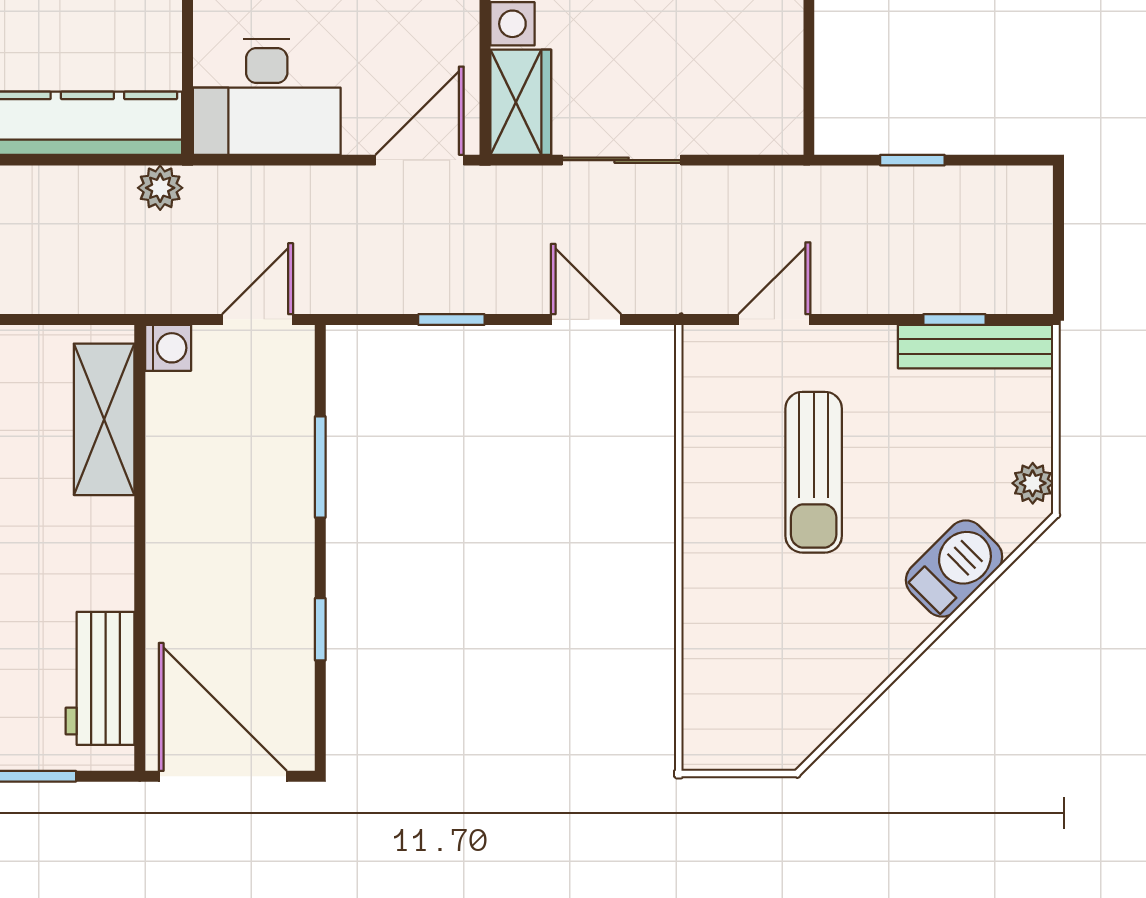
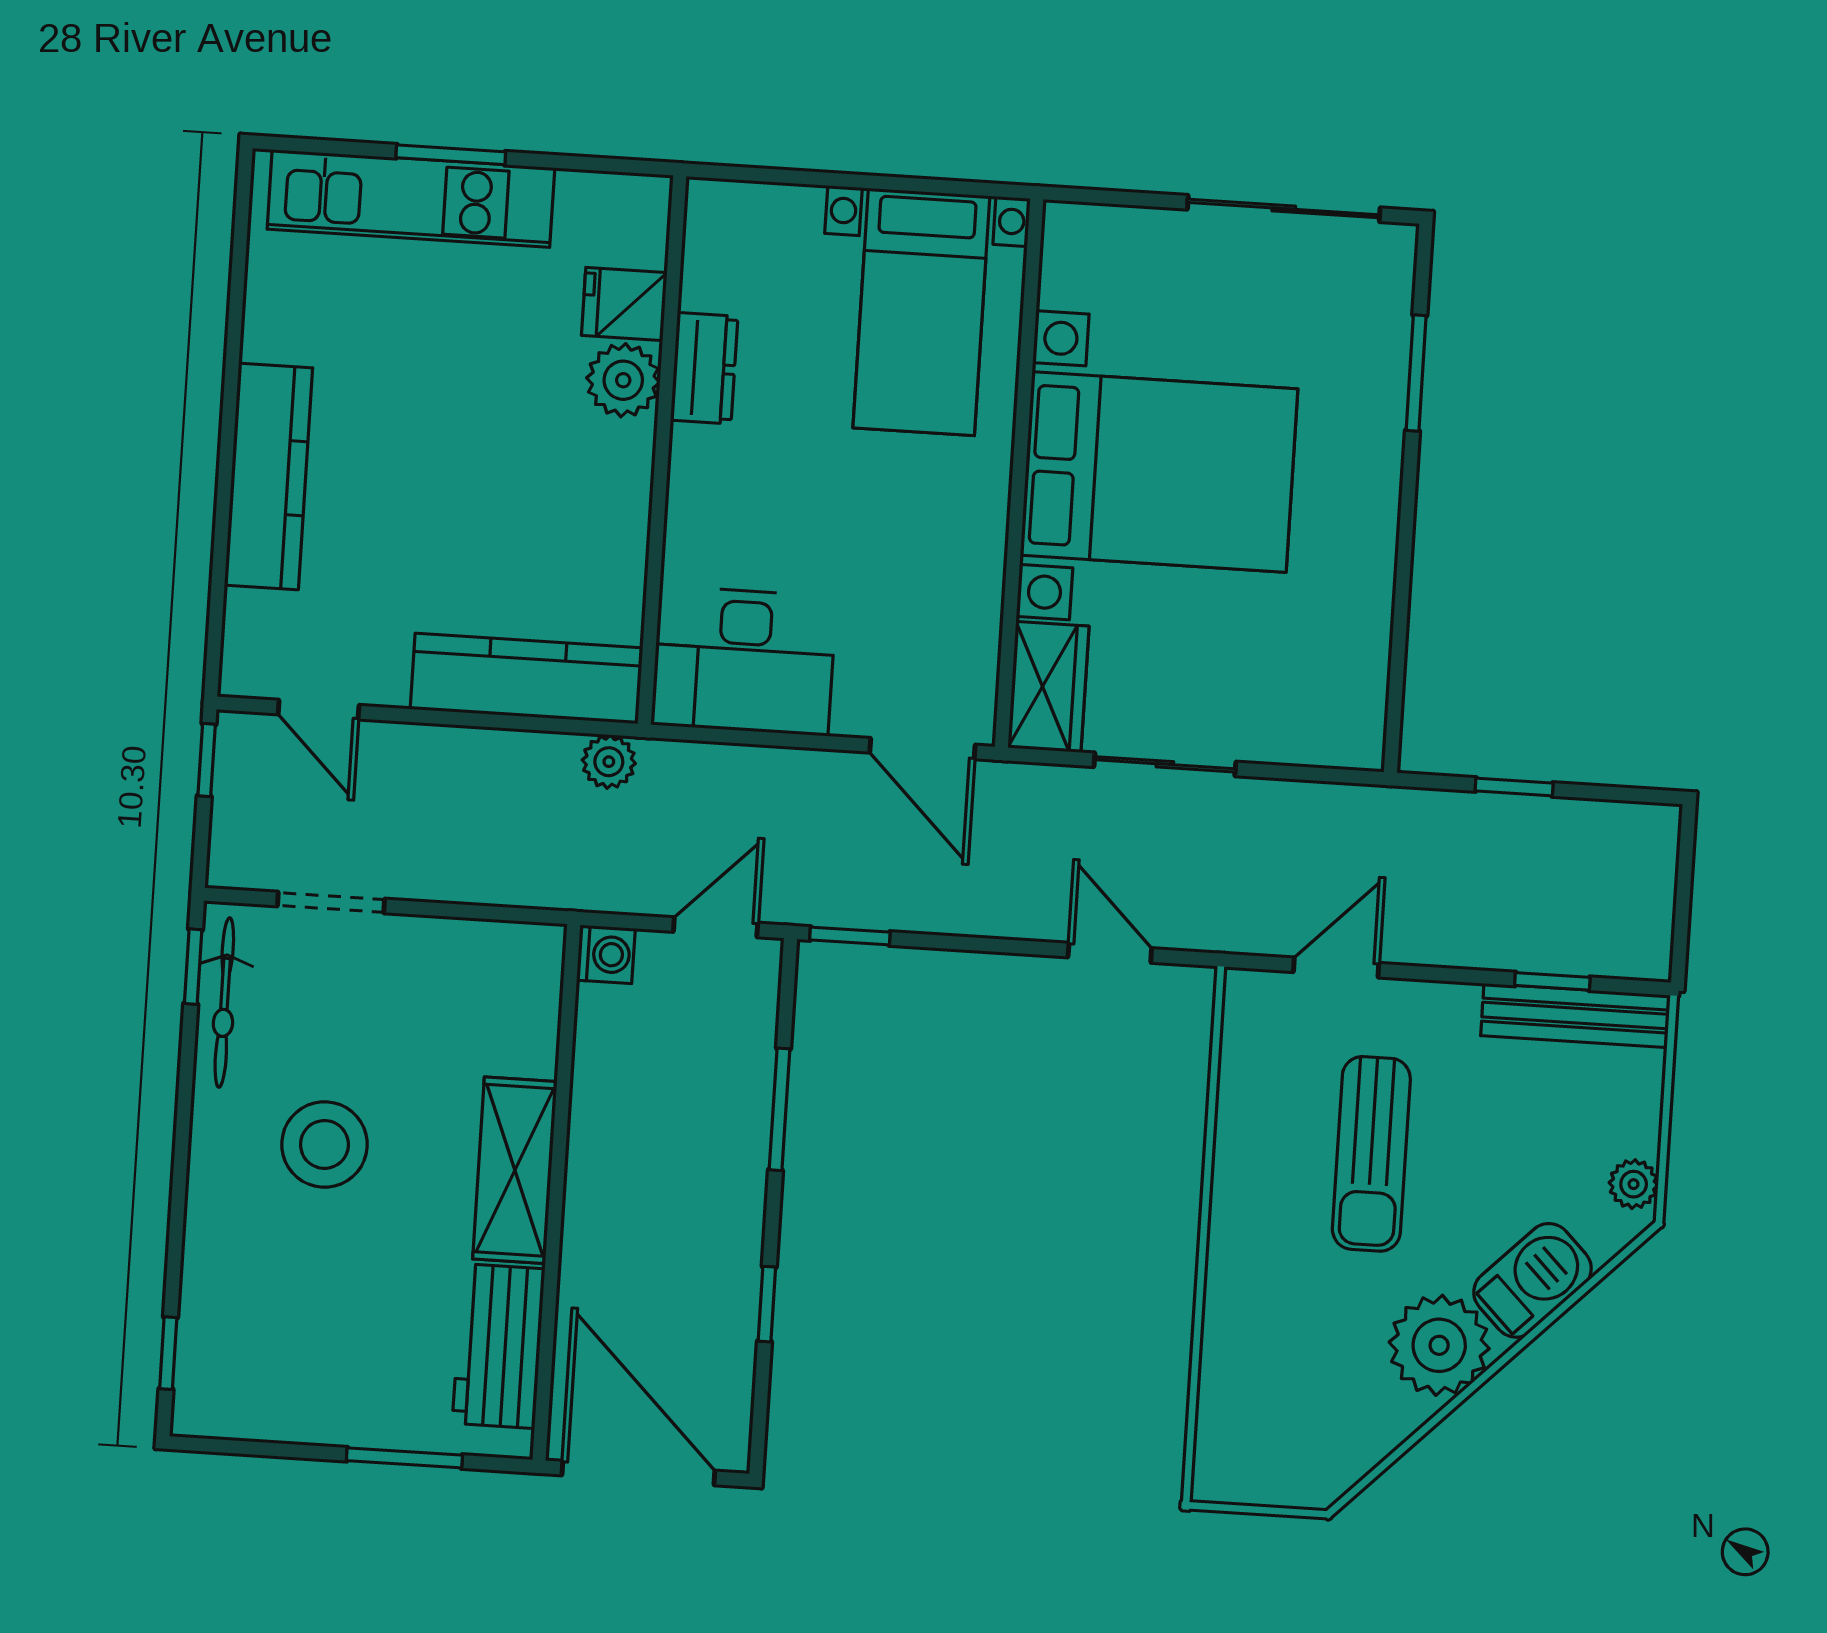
door: (420, 160) -> (922, 749), swing flipped
window: (451, 319) -> (850, 936), moved
shelving: (104, 419) -> (515, 1170), moved
plant: (880, 627) -> (1439, 1345), added

